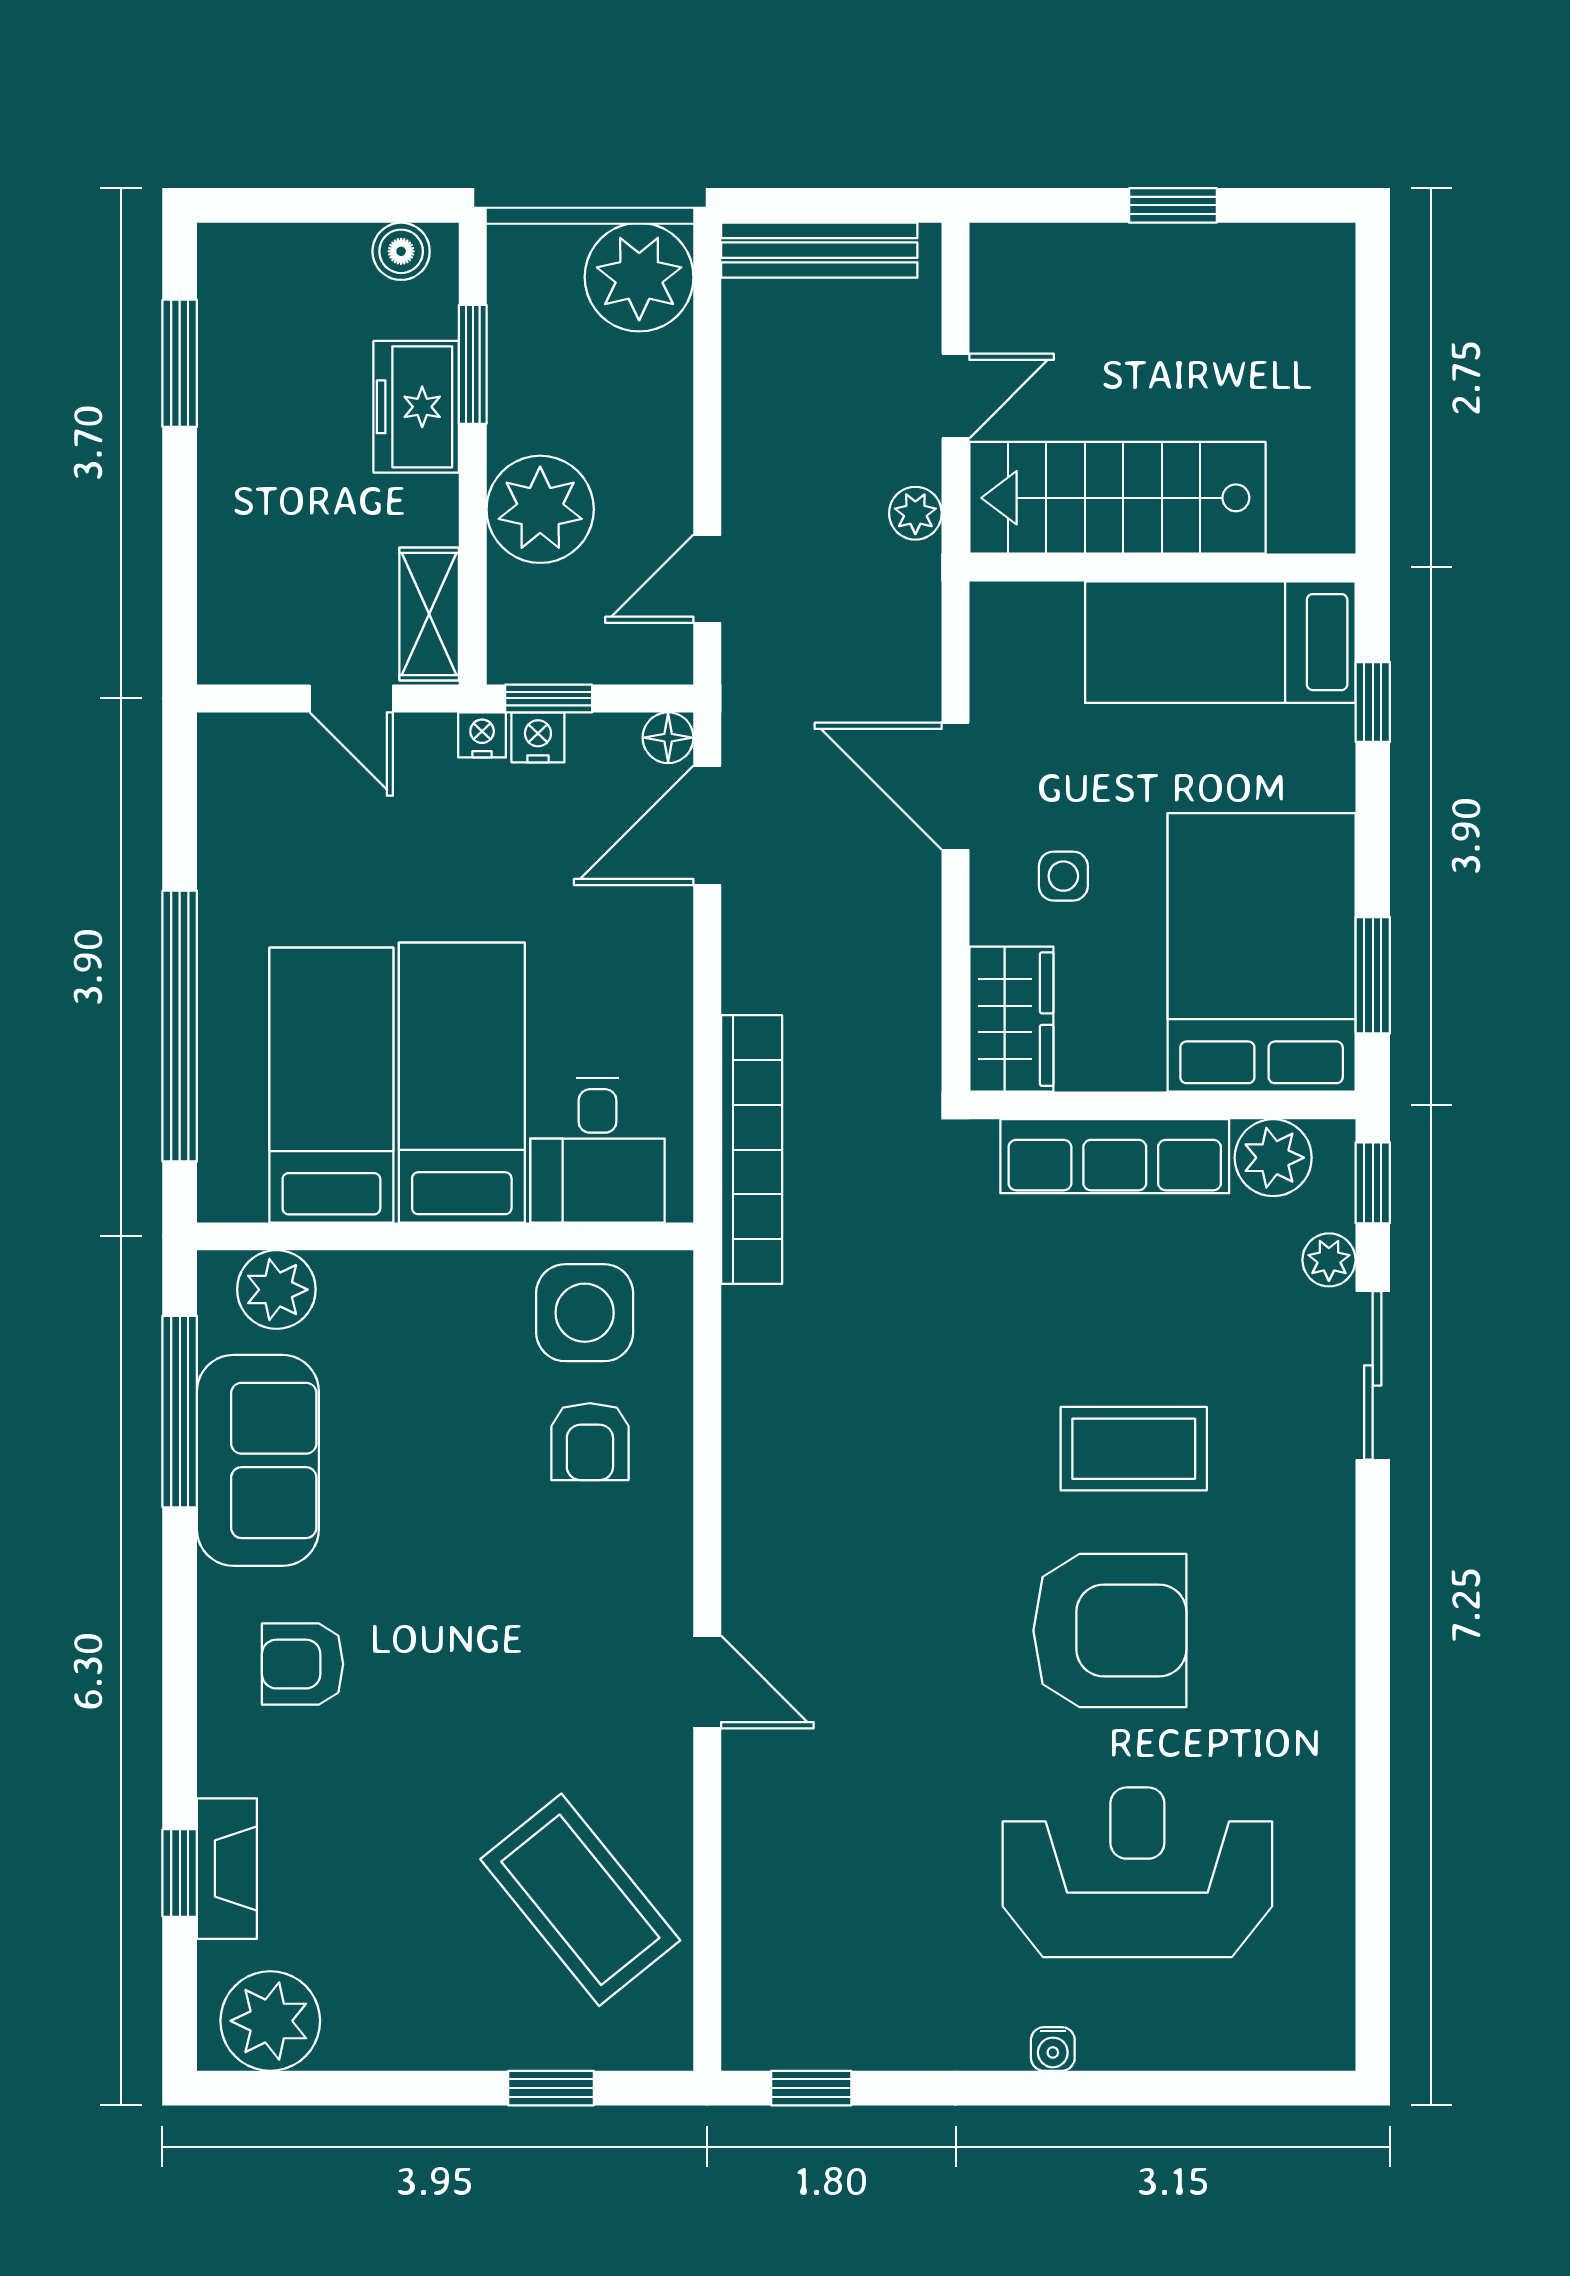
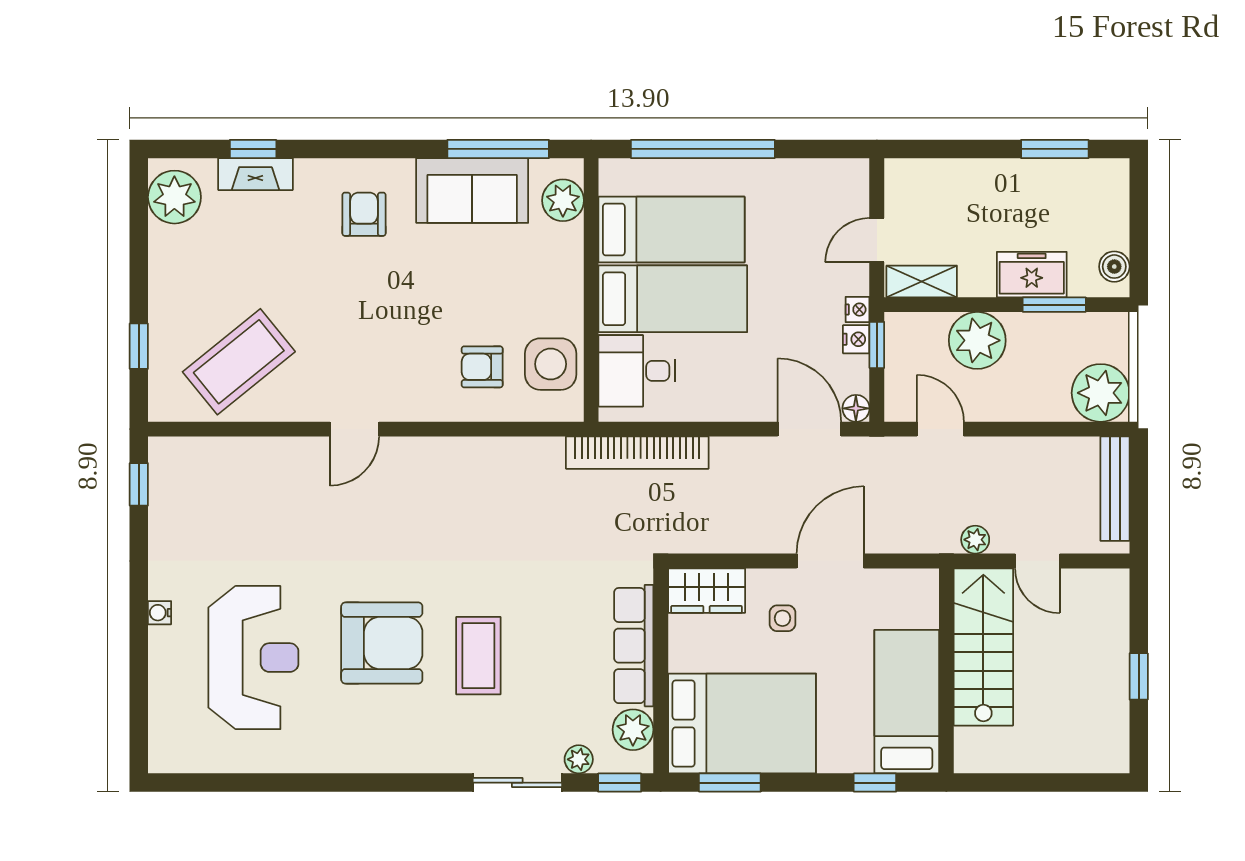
armchair: (1110, 1631) -> (382, 643), turned -90

